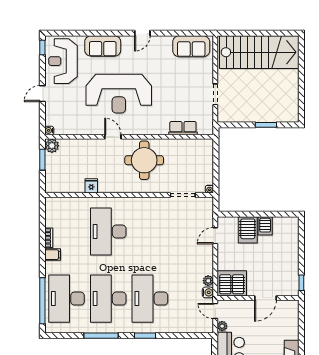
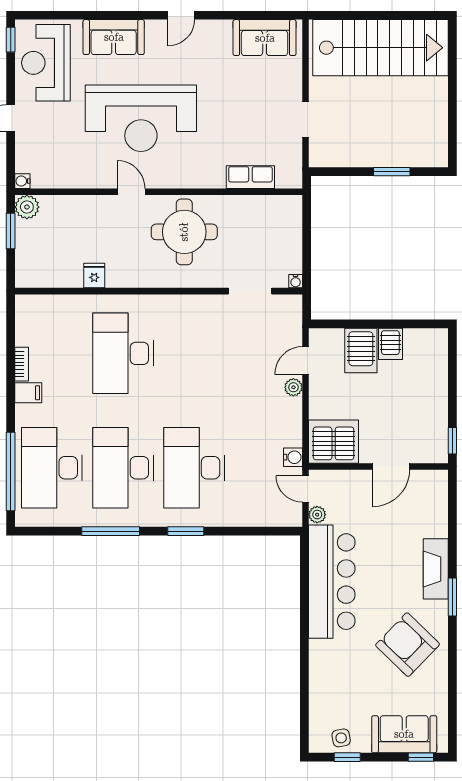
plant: (208, 281) -> (293, 387), moved

